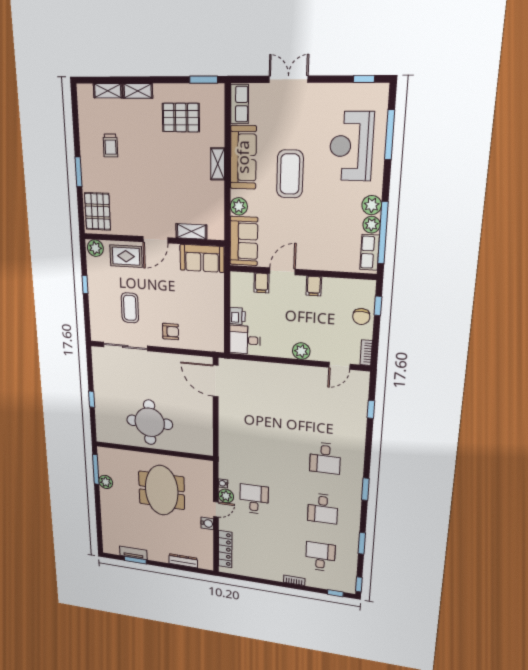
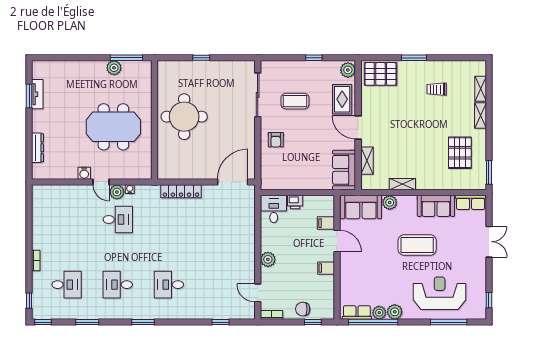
sofa: (243, 157) -> (436, 206), width x0.73
shelving: (218, 164) -> (402, 184), moved
locker: (225, 549) -> (181, 191), moved

